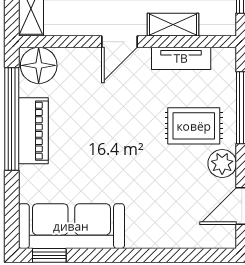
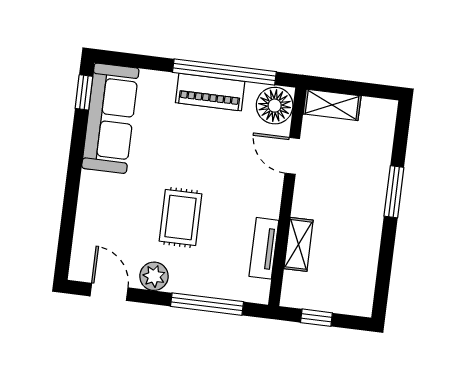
door: (120, 42) -> (292, 156), moved
rug: (194, 126) -> (181, 217), moved

